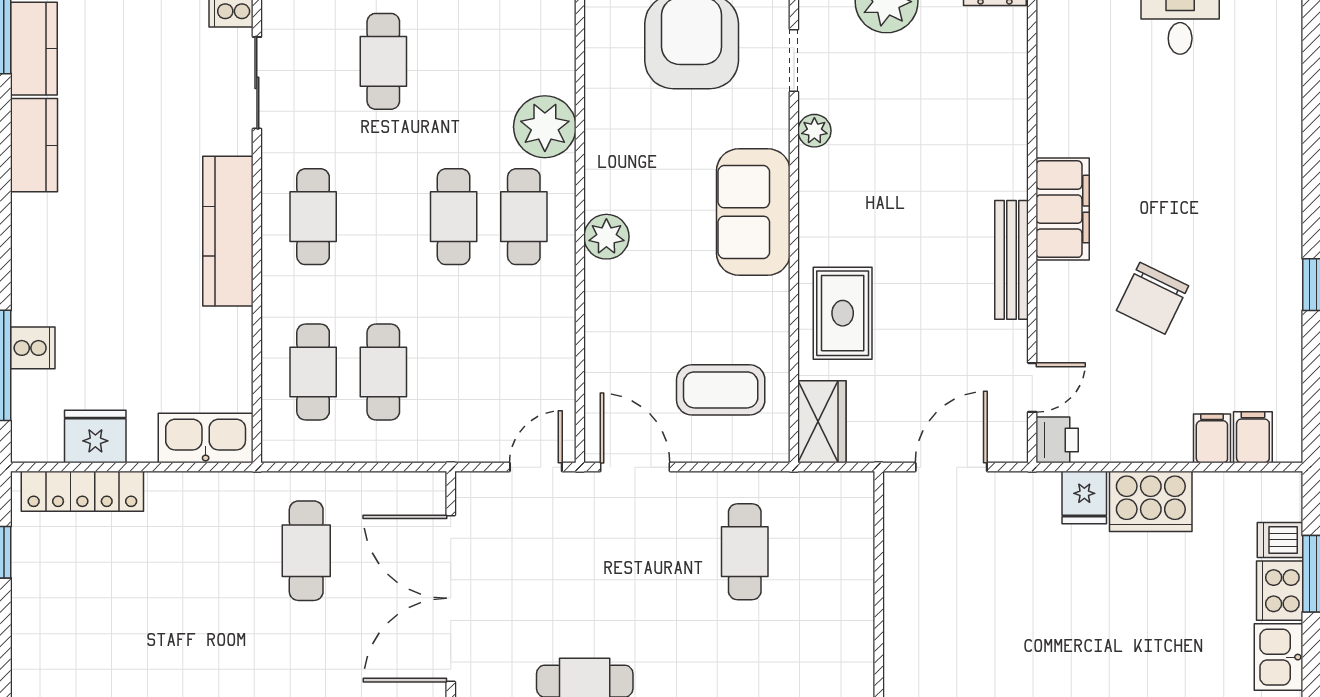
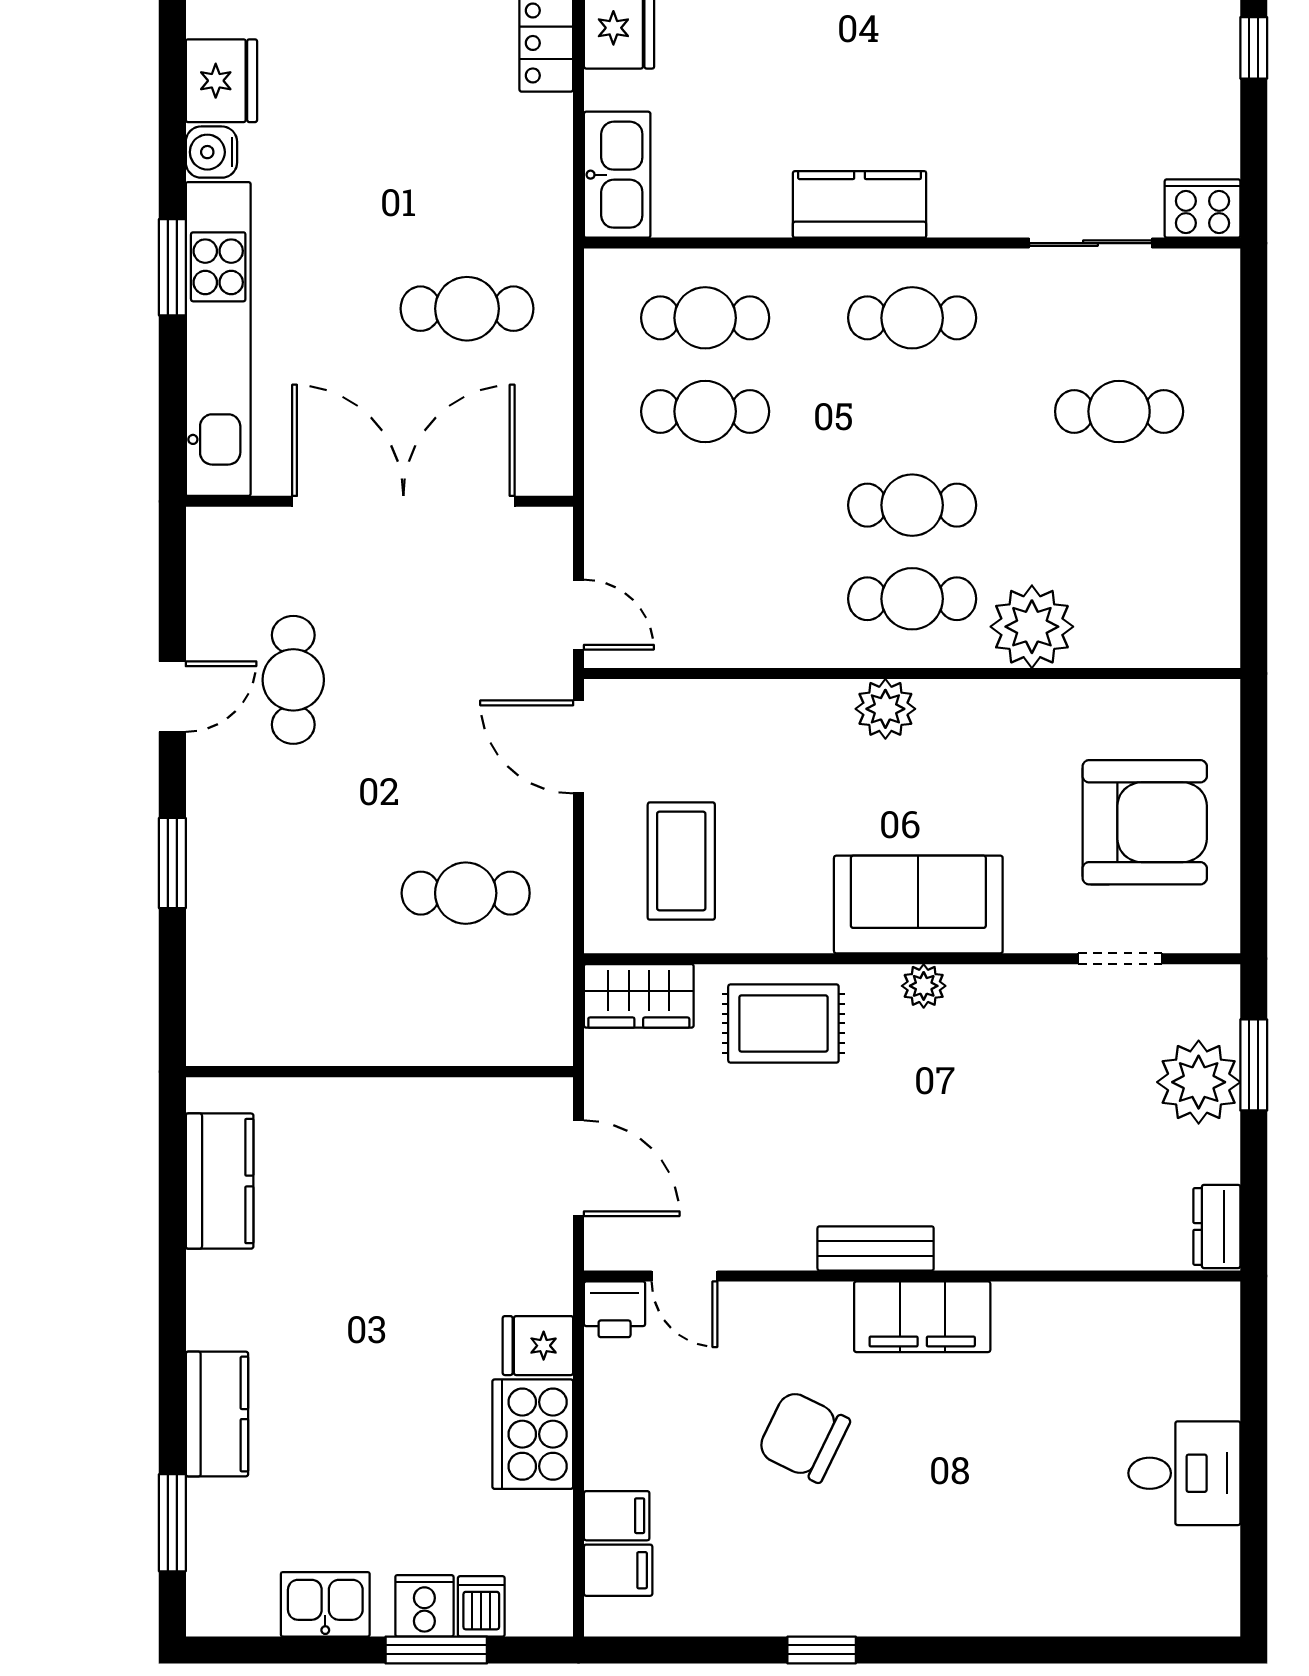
plant: (814, 131) -> (924, 986), moved
kitchen counter: (228, 231) -> (860, 204), width x0.67
bench: (1011, 260) -> (876, 1248), width x0.73
door: (635, 467) -> (579, 747), swing flipped
cooker: (1280, 591) -> (424, 1606), width x0.73

